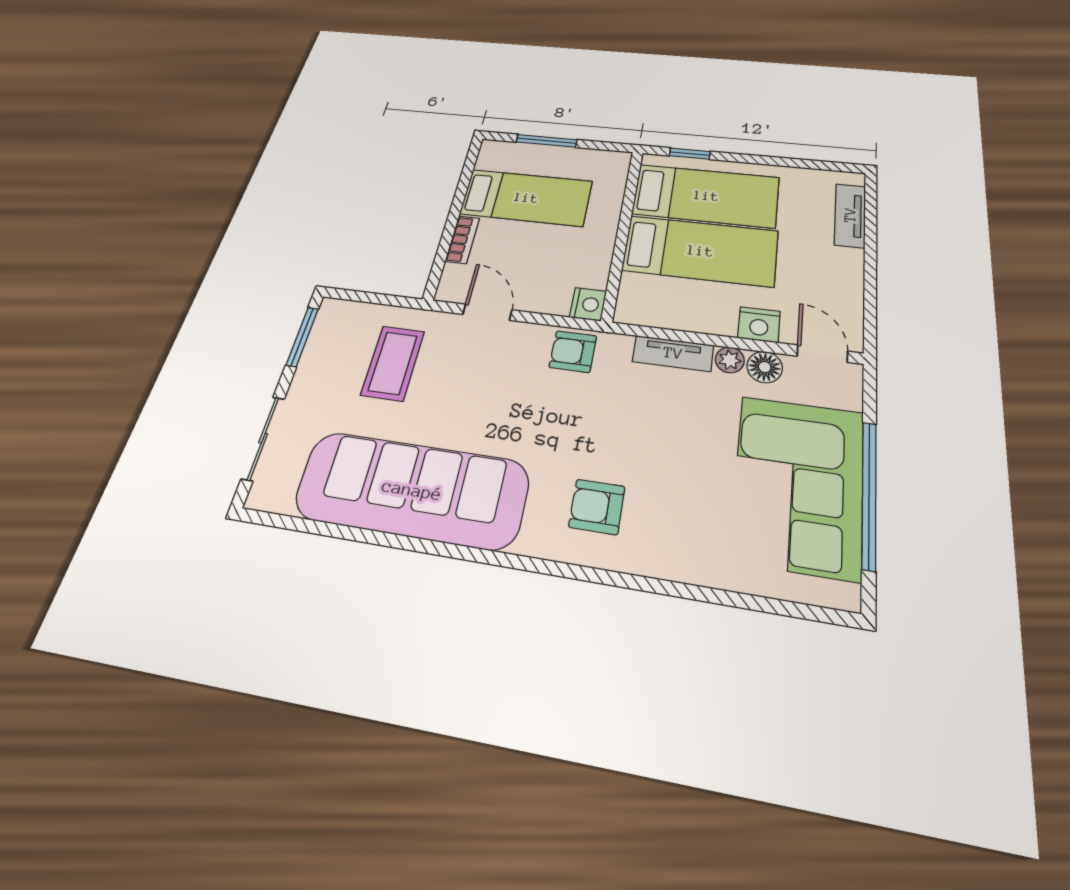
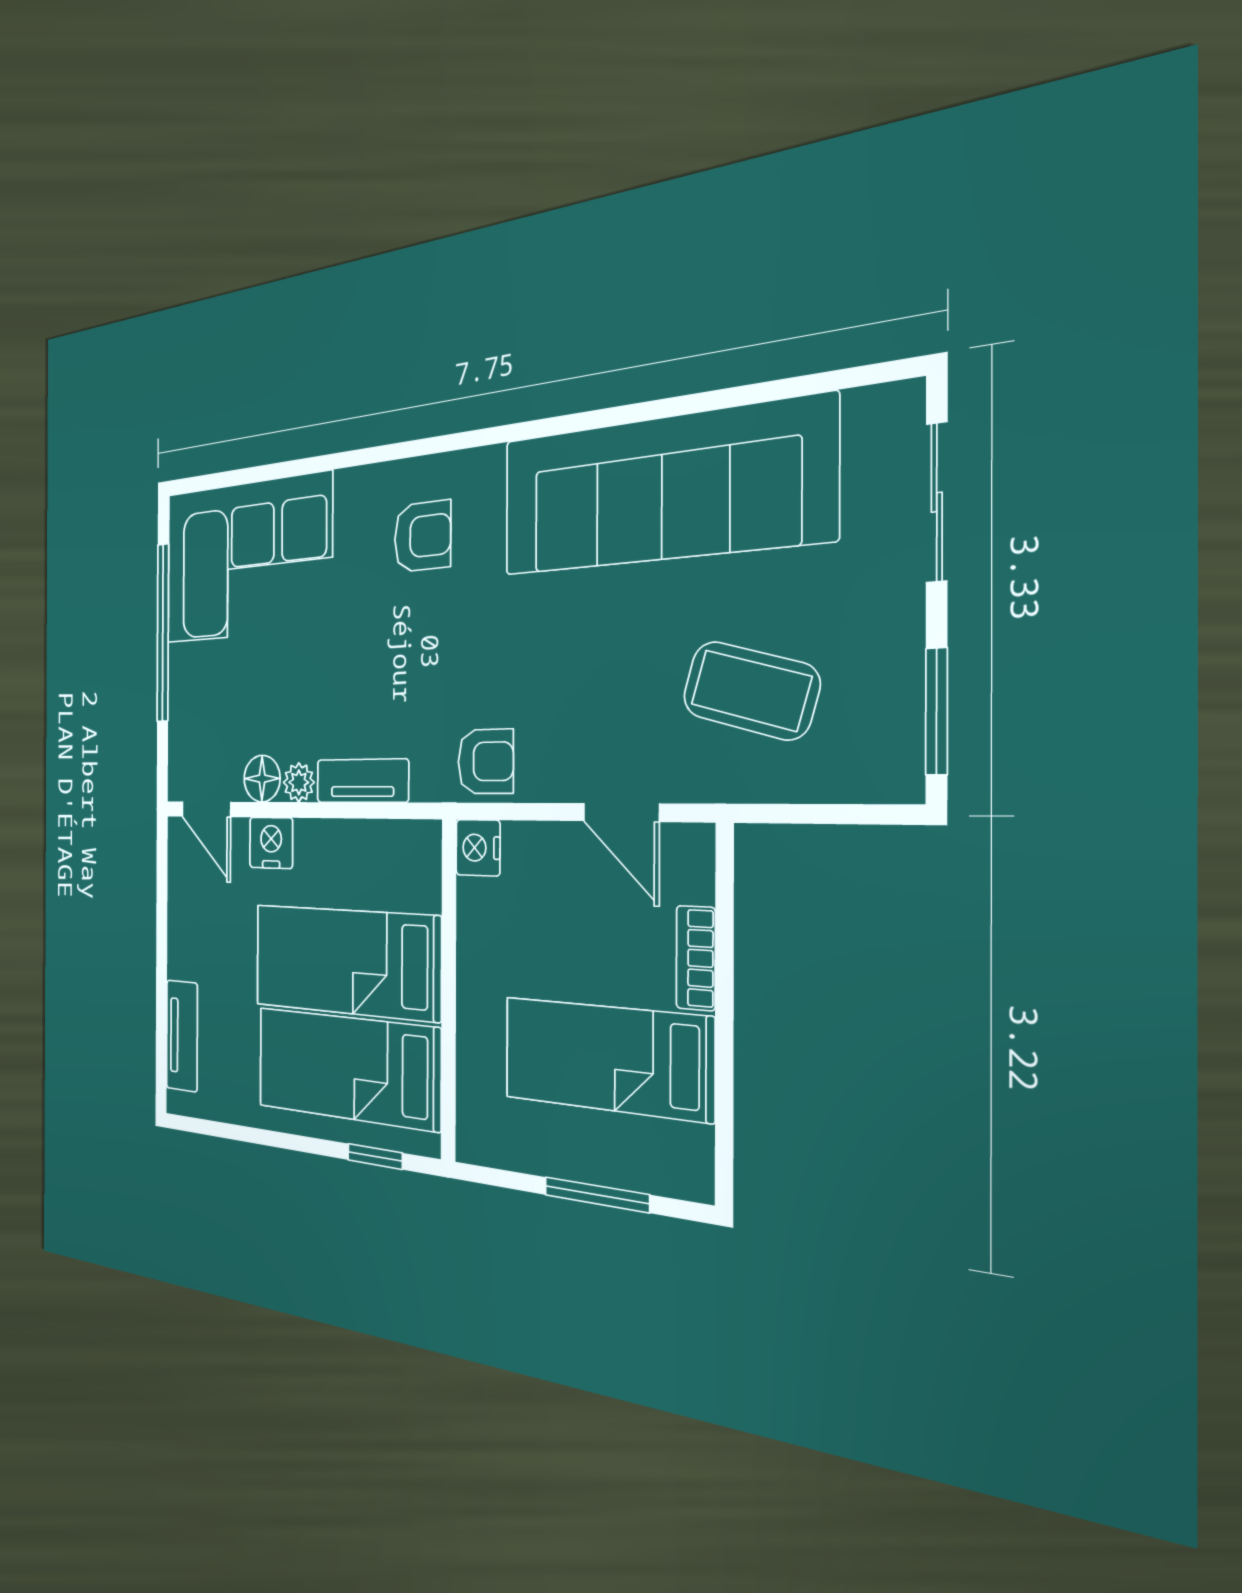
coffee table: (393, 363) -> (751, 690), turned -74
corner sofa: (798, 484) -> (247, 559), moved, turned 90

